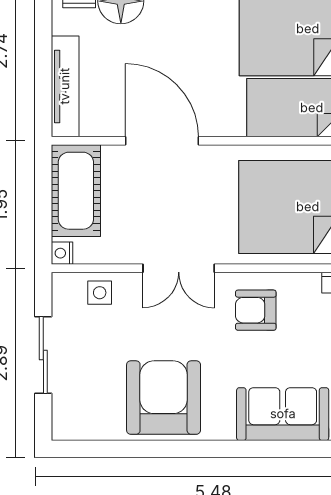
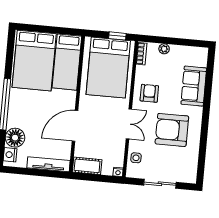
cot: (76, 191) -> (87, 166), width x0.73, depth x0.75
armchair: (256, 310) -> (149, 93), turned 180
armchair: (164, 398) -> (172, 130), moved

